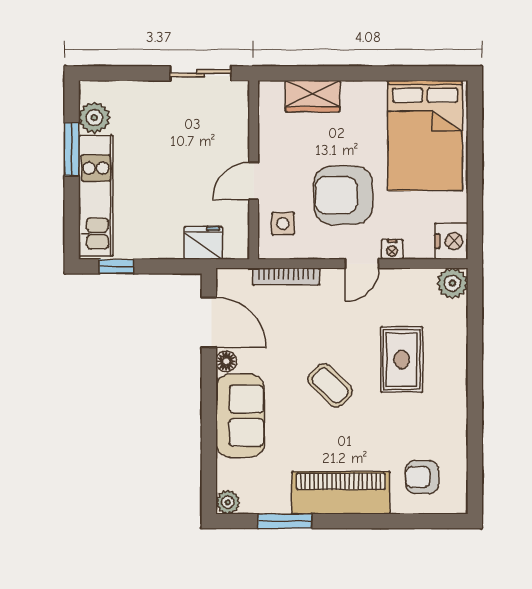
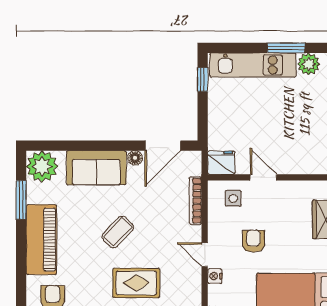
armchair: (343, 195) -> (253, 241), width x0.53, depth x0.53
fridge: (203, 243) -> (221, 163), moved, turned -90
plant: (228, 502) -> (42, 166), width x1.88, depth x1.88

